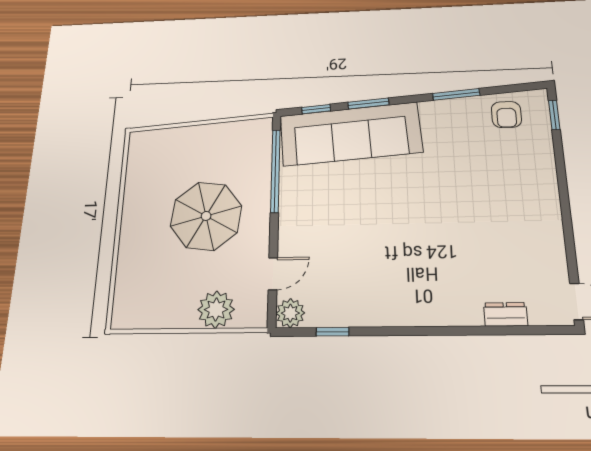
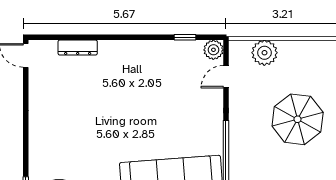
parasol: (206, 216) -> (298, 119), moved
dresser: (506, 314) -> (78, 48), width x1.44

